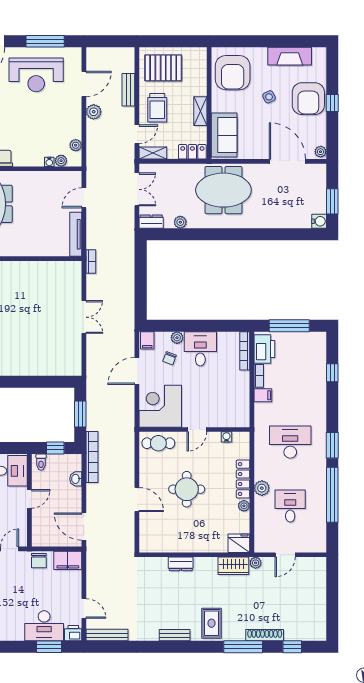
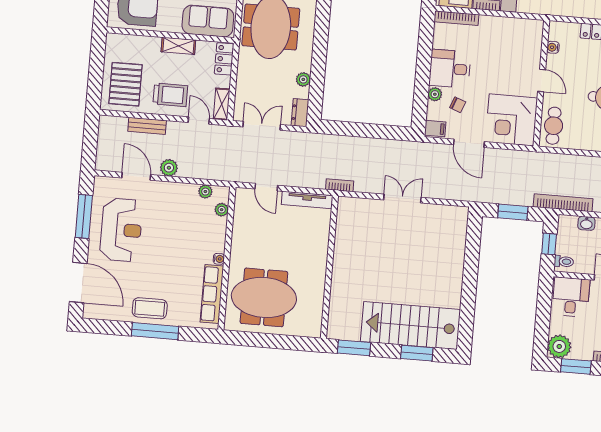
water cooler: (49, 162) -> (219, 259), moved

